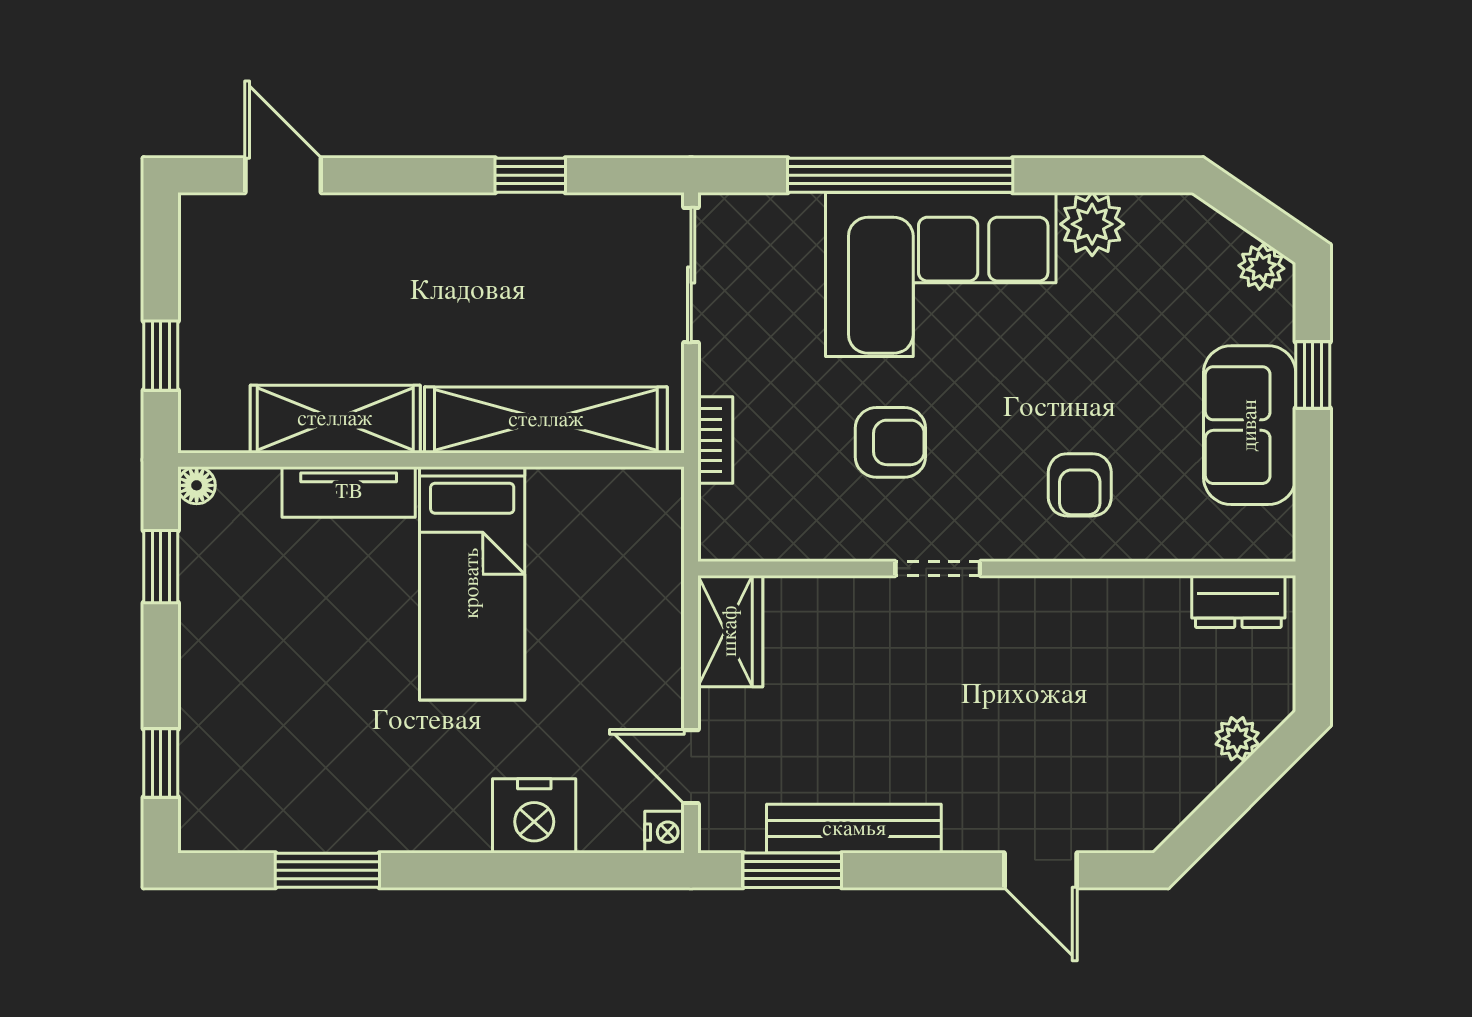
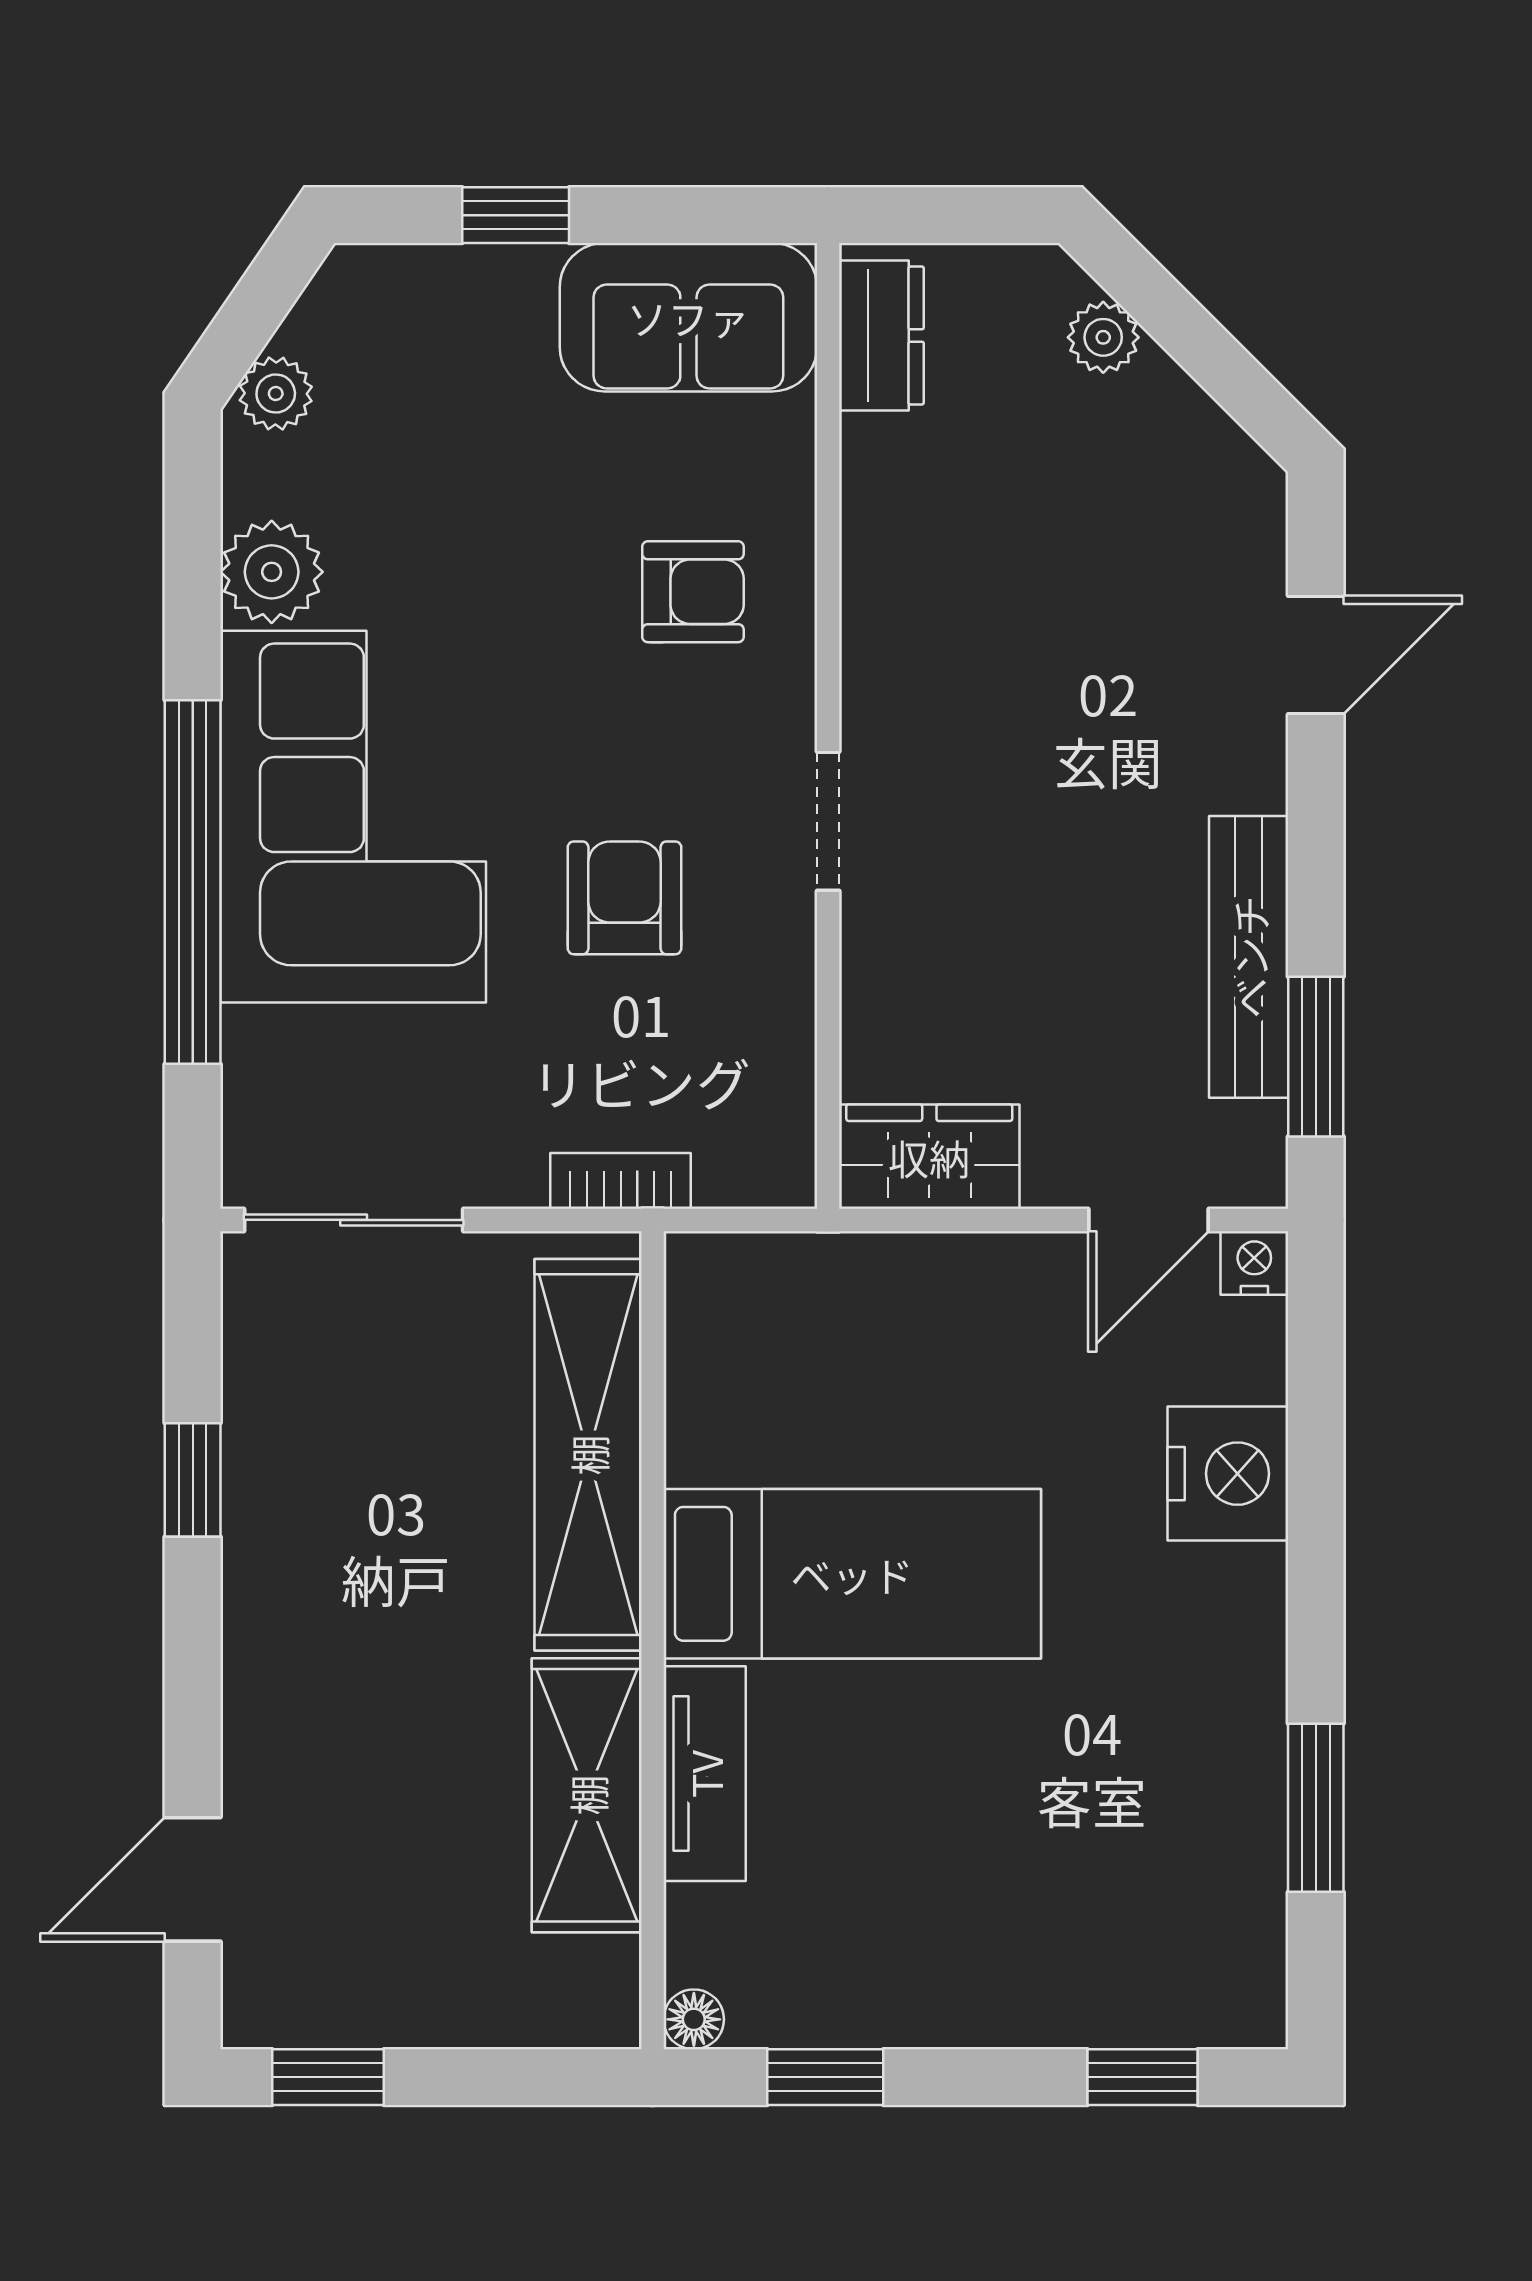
plant: (1261, 267) -> (276, 393), moved
window: (161, 356) -> (328, 2077), moved
sofa: (1250, 425) -> (688, 317), moved

